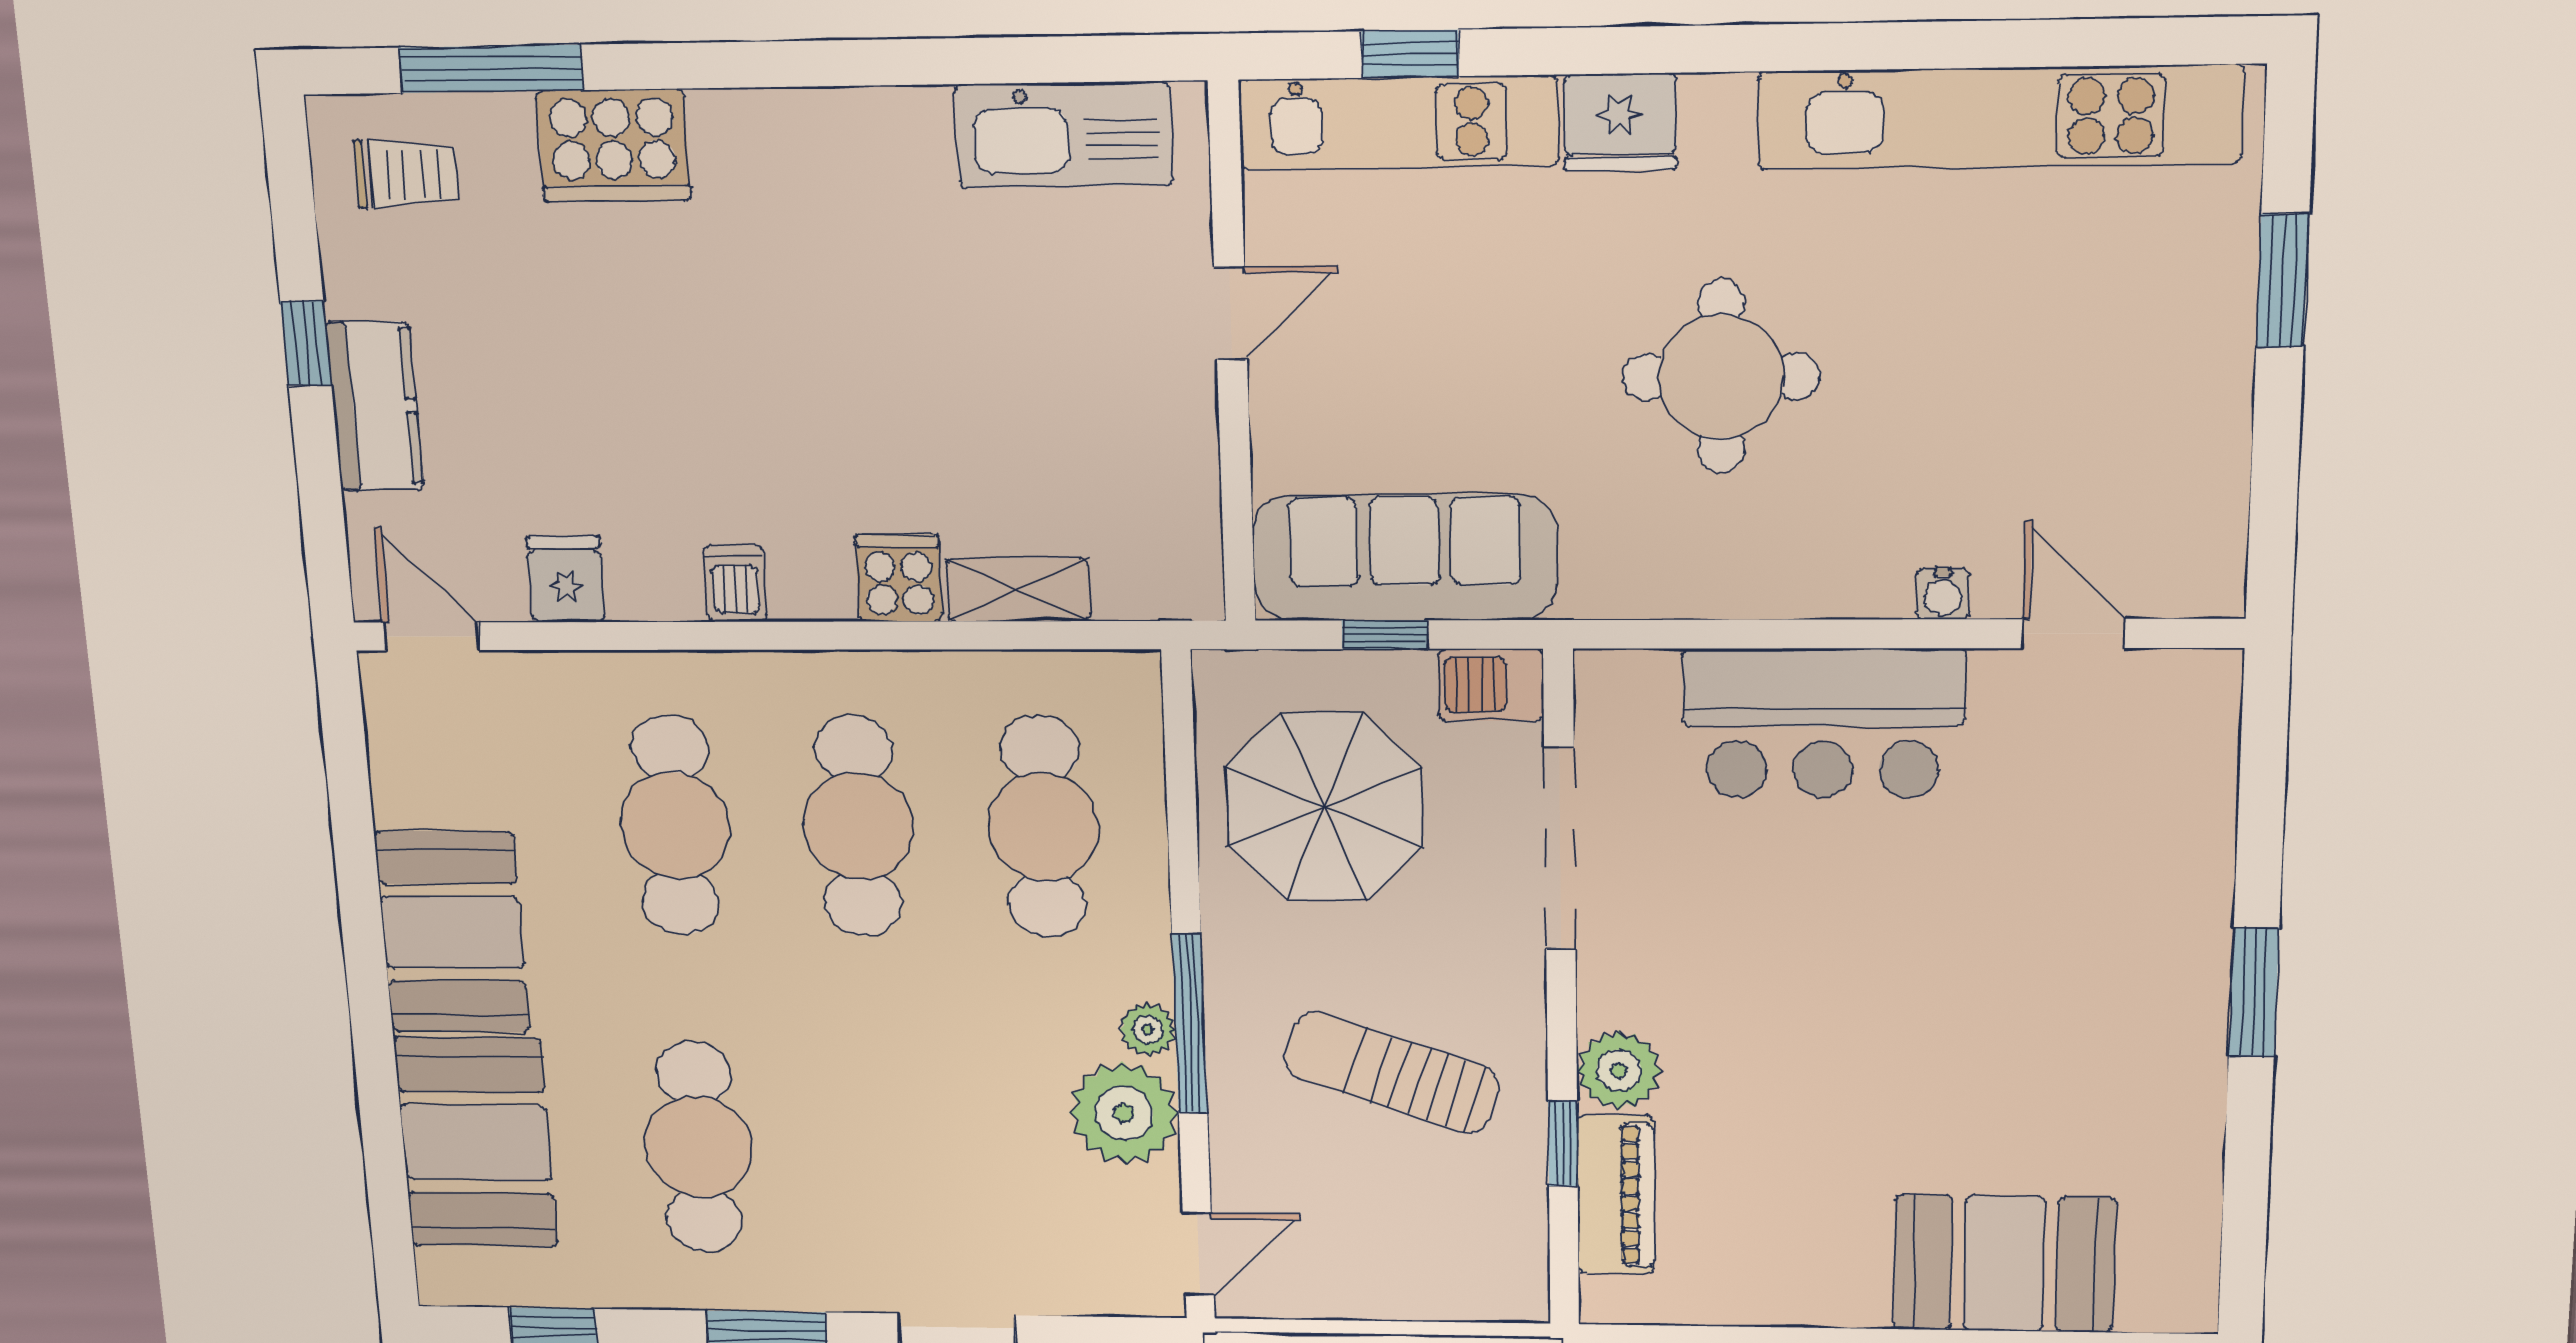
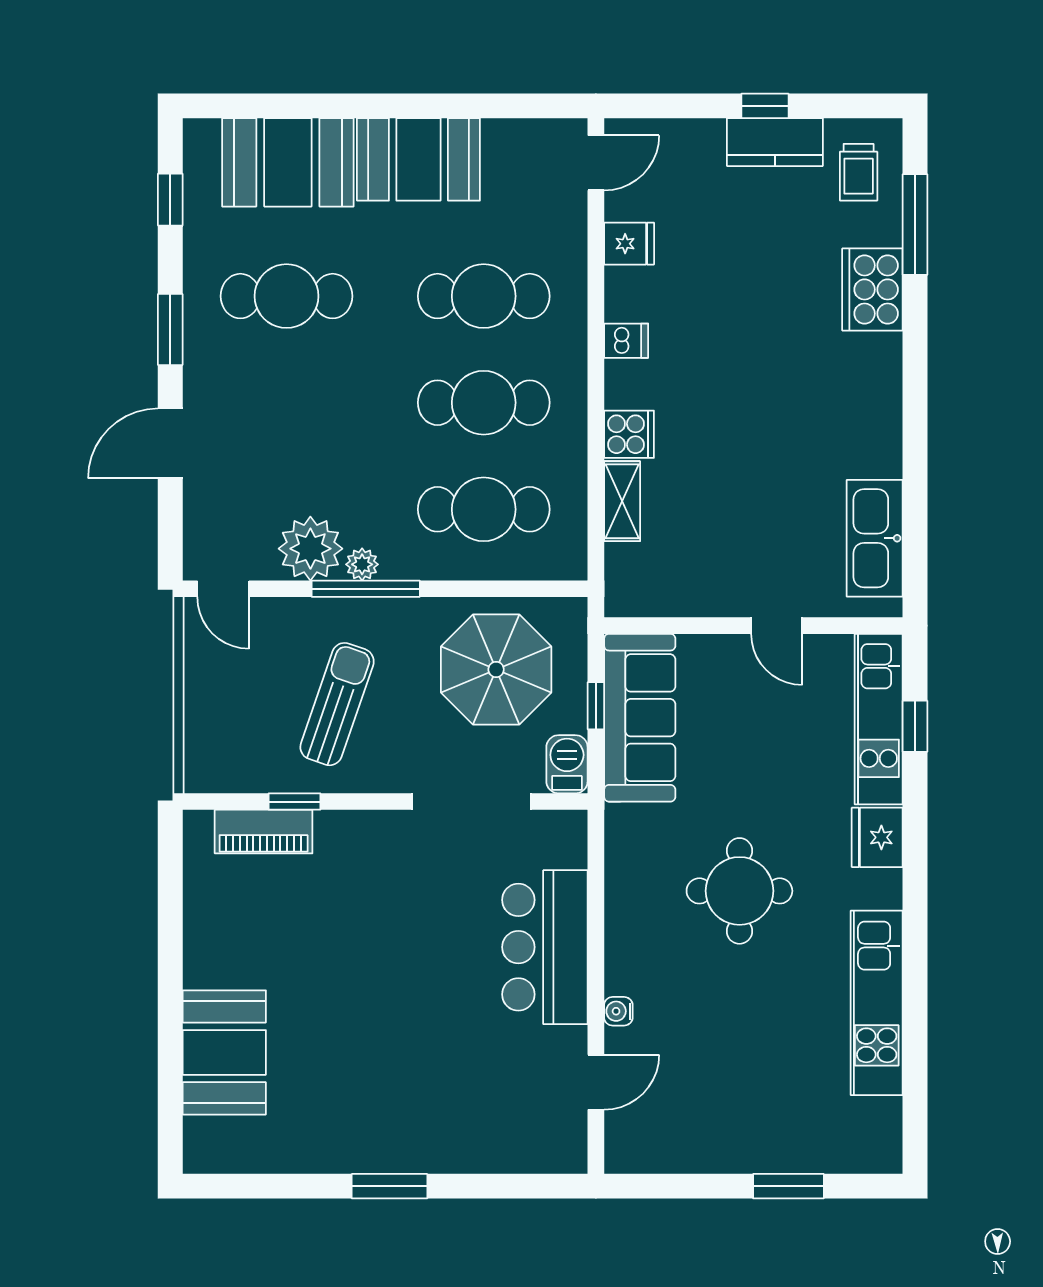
kitchen unit: (1999, 117) -> (877, 1003), width x0.73
kitchen counter: (375, 406) -> (775, 142), moved
plant: (1619, 1070) -> (340, 834), removed

